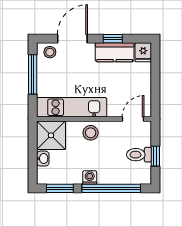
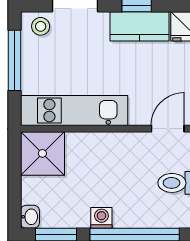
stool: (91, 133) -> (103, 150), removed
washbasin: (43, 159) -> (30, 217), moved

